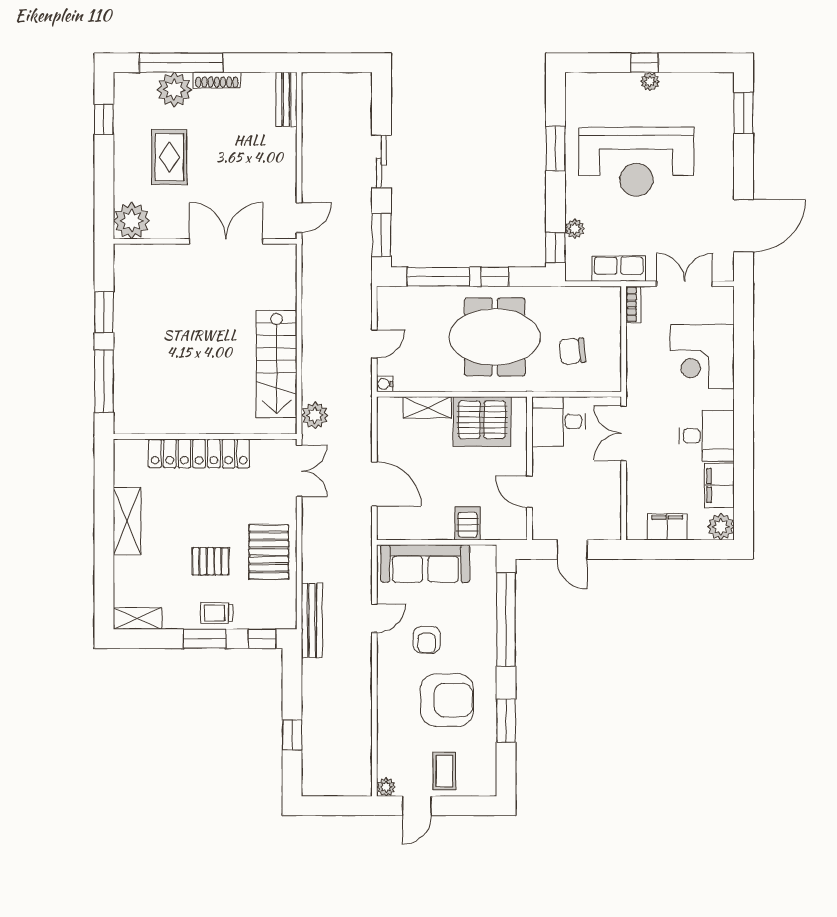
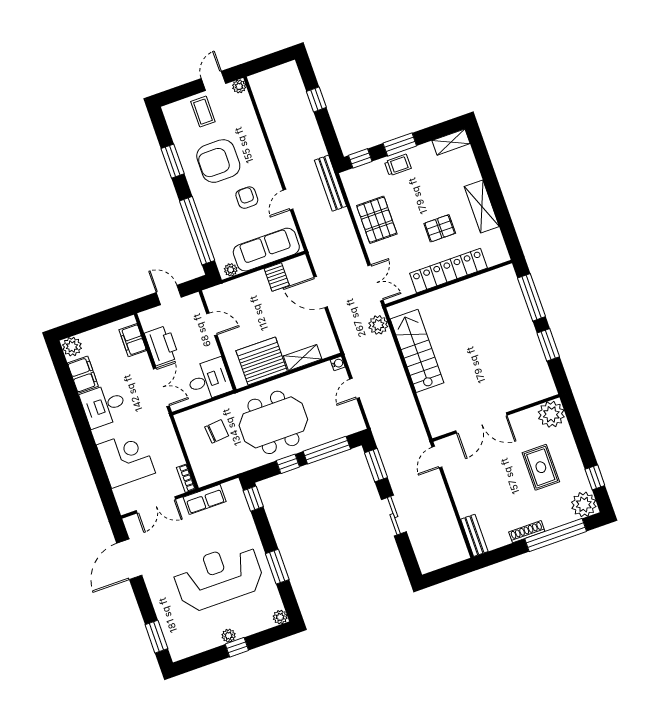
plant: (174, 89) -> (584, 504), moved
plant: (575, 229) -> (280, 617), moved
double door: (299, 471) -> (376, 283), swing flipped
printer: (604, 487) -> (162, 345), added
server rack: (468, 523) -> (277, 277), moved
filing cabinet: (667, 527) -> (133, 340), moved, turned 90
plant: (481, 554) -> (231, 270), added
pallet: (210, 561) -> (440, 228), moved

